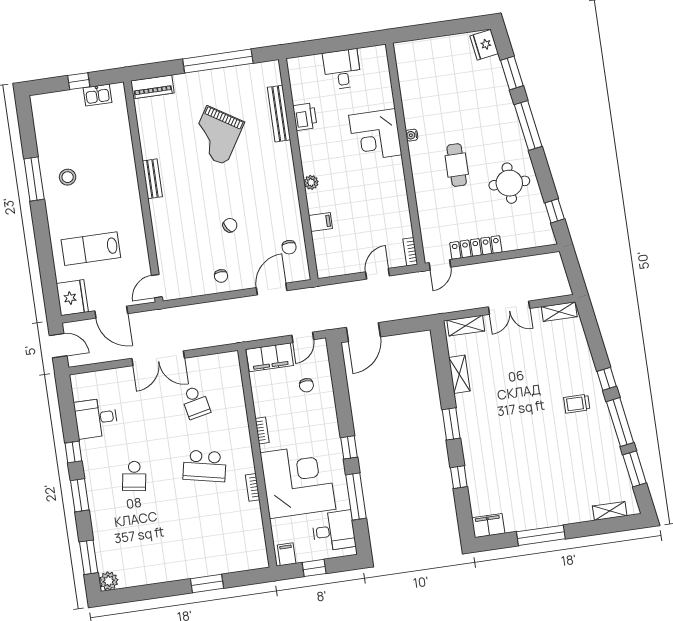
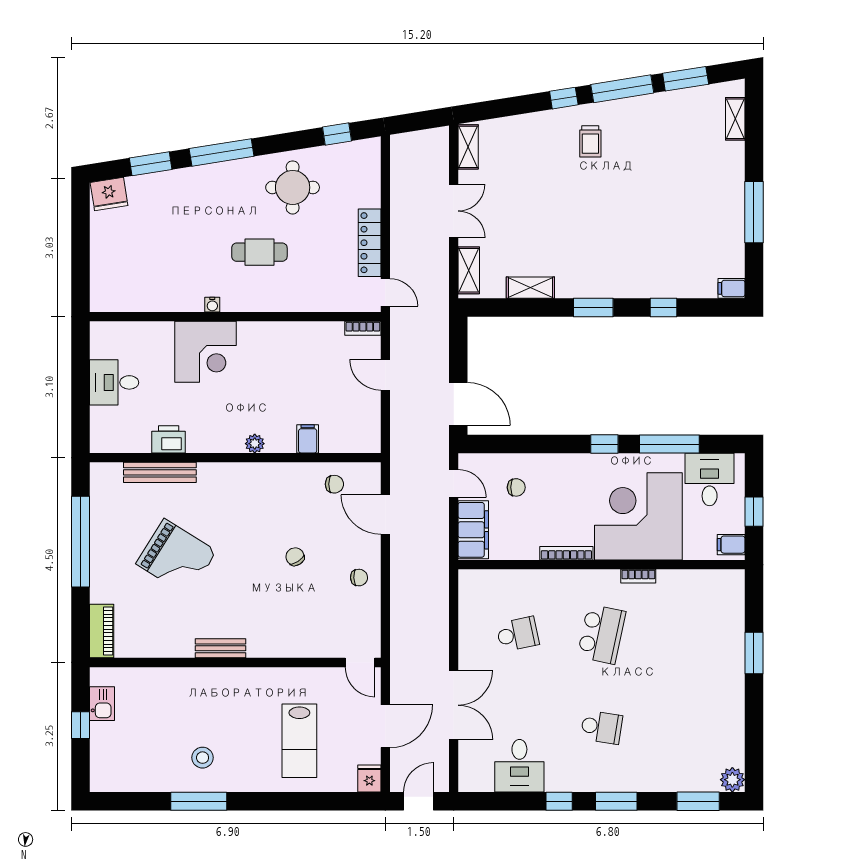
fridge: (72, 298) -> (369, 779), width x0.53, depth x0.75
double door: (158, 358) -> (454, 705), moved
bookcase: (262, 430) -> (566, 553), width x1.56
filing cabinet: (488, 526) -> (732, 288), width x0.50

